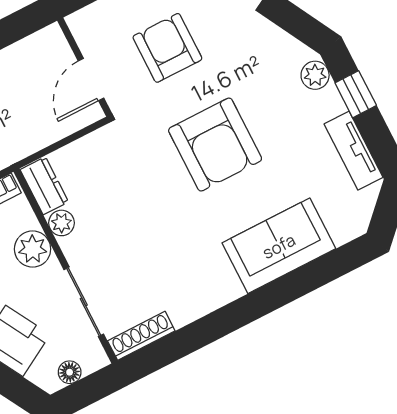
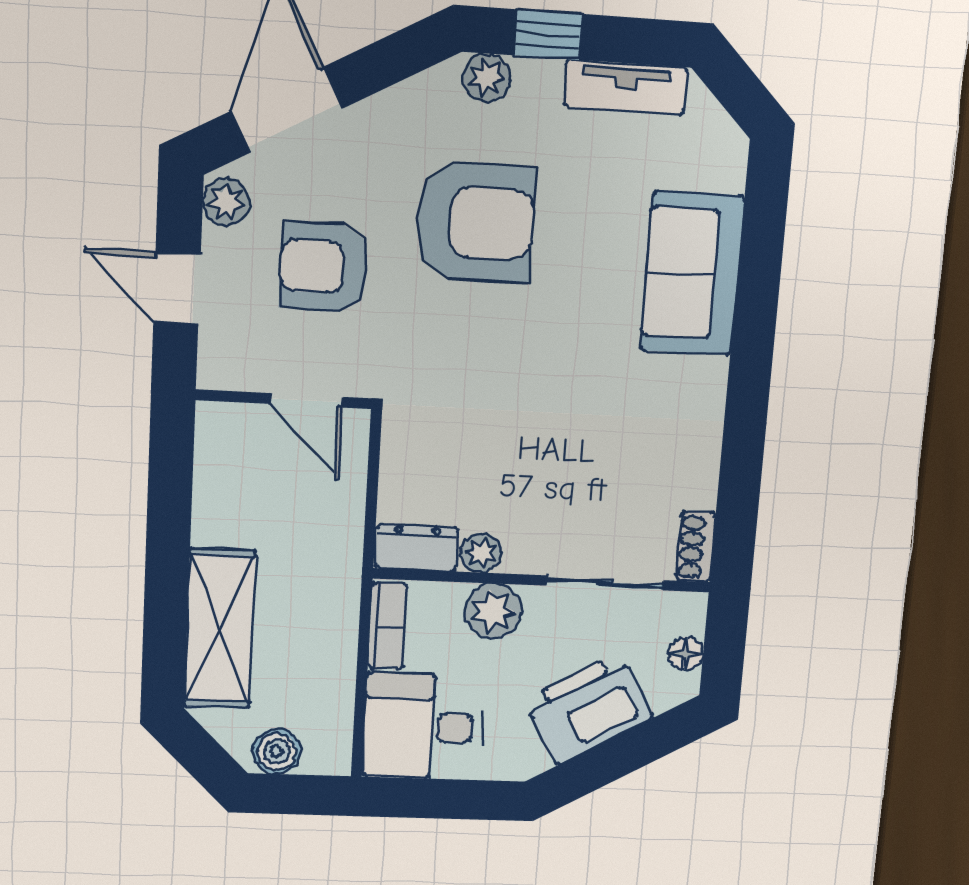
armchair: (215, 145) -> (475, 222), moved
shoe rack: (141, 336) -> (696, 547), width x0.70

